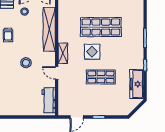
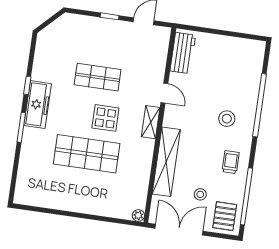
stool: (26, 63) -> (227, 119), moved
freezer: (137, 84) -> (38, 105), moved

